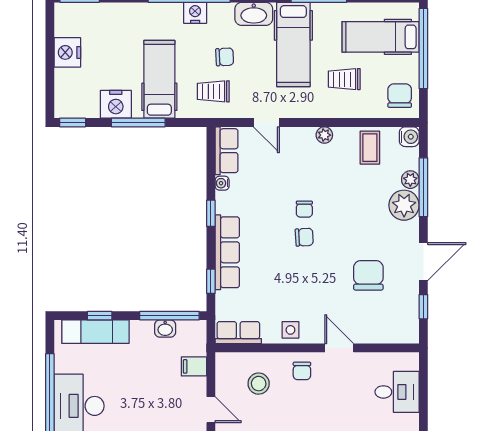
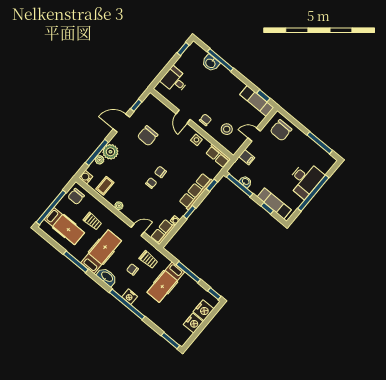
nightstand: (116, 104) -> (203, 310), moved, turned 90
door: (266, 123) -> (138, 230), hinge flipped
door: (211, 410) -> (254, 135), hinge flipped

